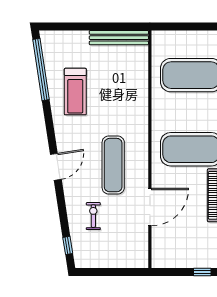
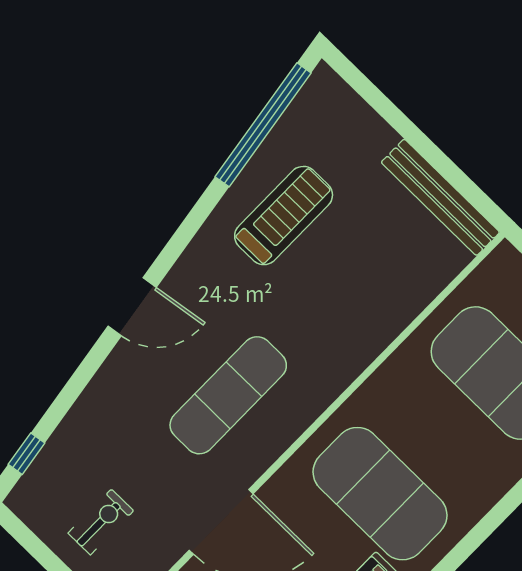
treadmill: (75, 92) -> (284, 216), turned 180
exercise bike: (93, 216) -> (101, 522), moved

